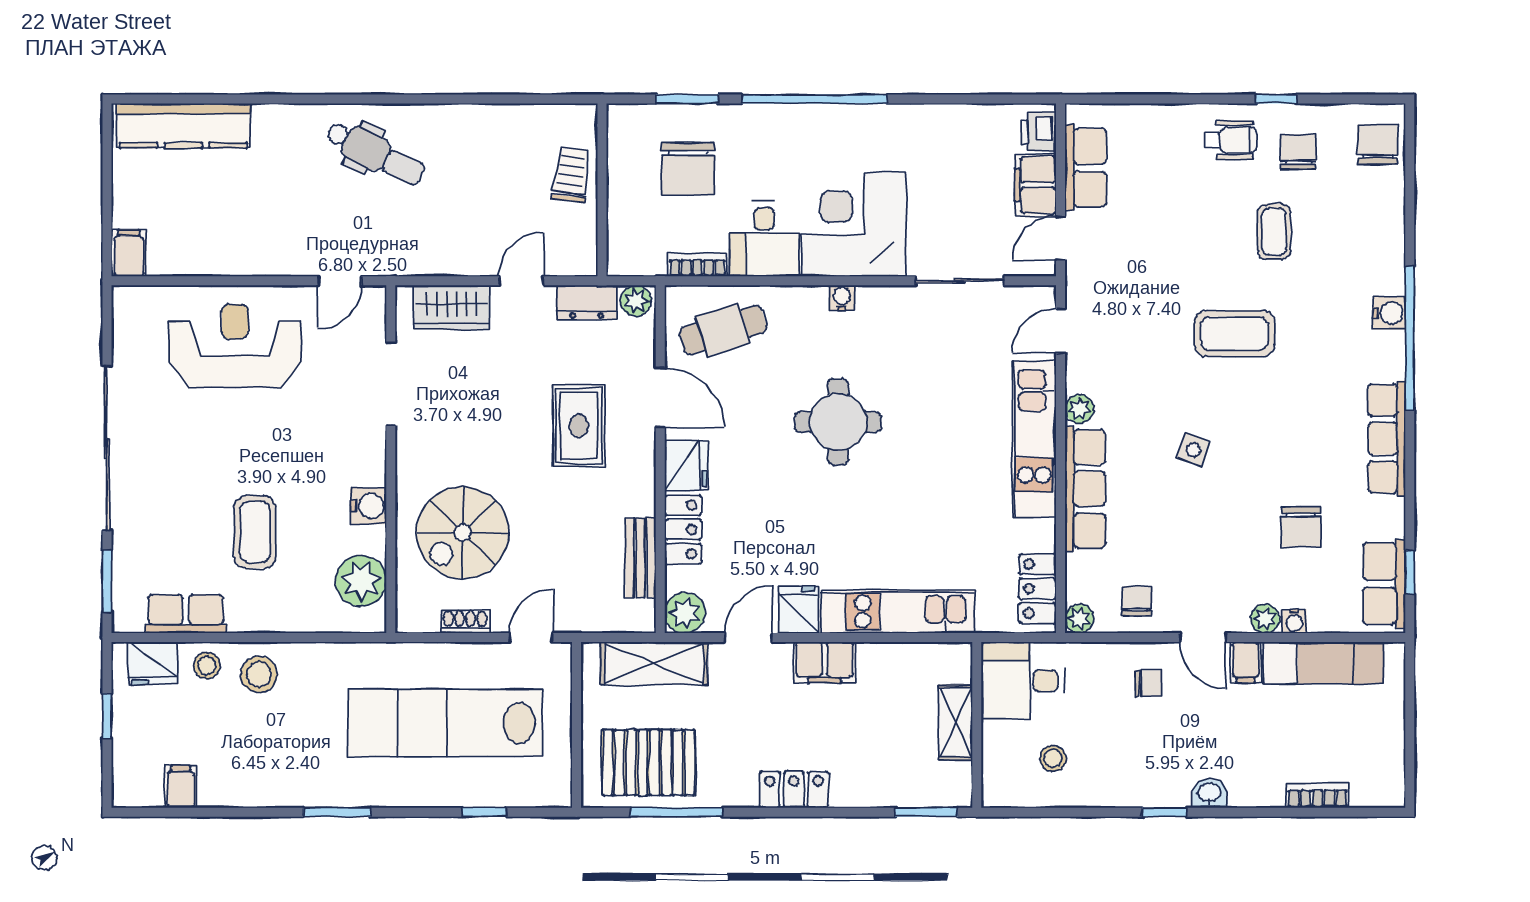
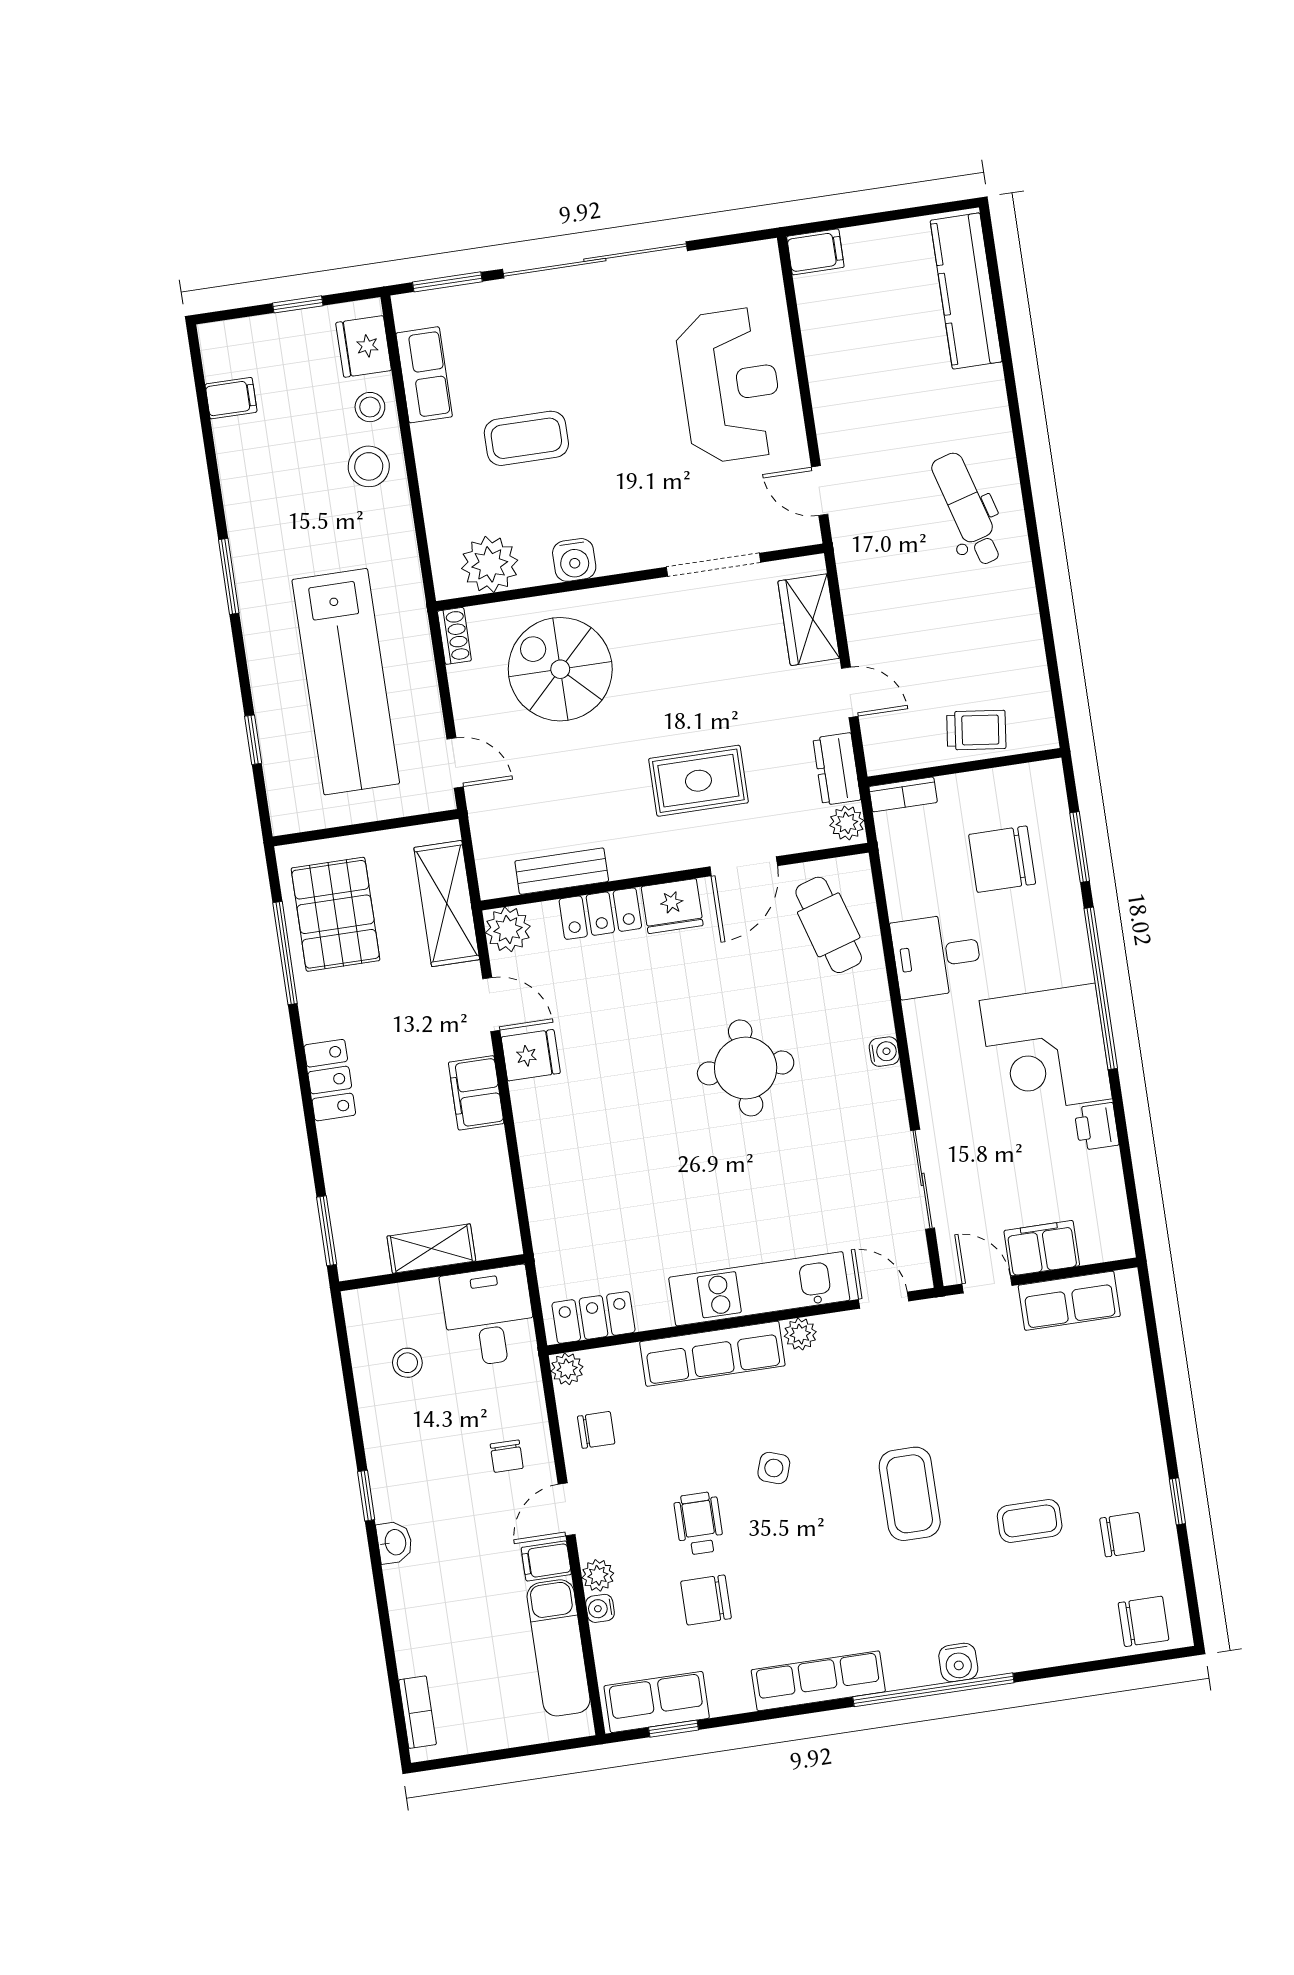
printer: (1039, 132) -> (1096, 1126), moved, turned -90
wheelchair: (1230, 140) -> (699, 1523), moved, turned 180
dental chair: (375, 153) -> (967, 509), turned 137
corner desk: (854, 224) -> (1046, 1050), moved, turned 180
bookcase: (697, 265) -> (903, 794), moved, turned 90
kitchen unit: (898, 612) -> (545, 1166), removed
shoe rack: (465, 621) -> (454, 636), moved
lab bench: (445, 723) -> (346, 682), turned 180
bookcase: (1318, 795) -> (418, 1712), moved

